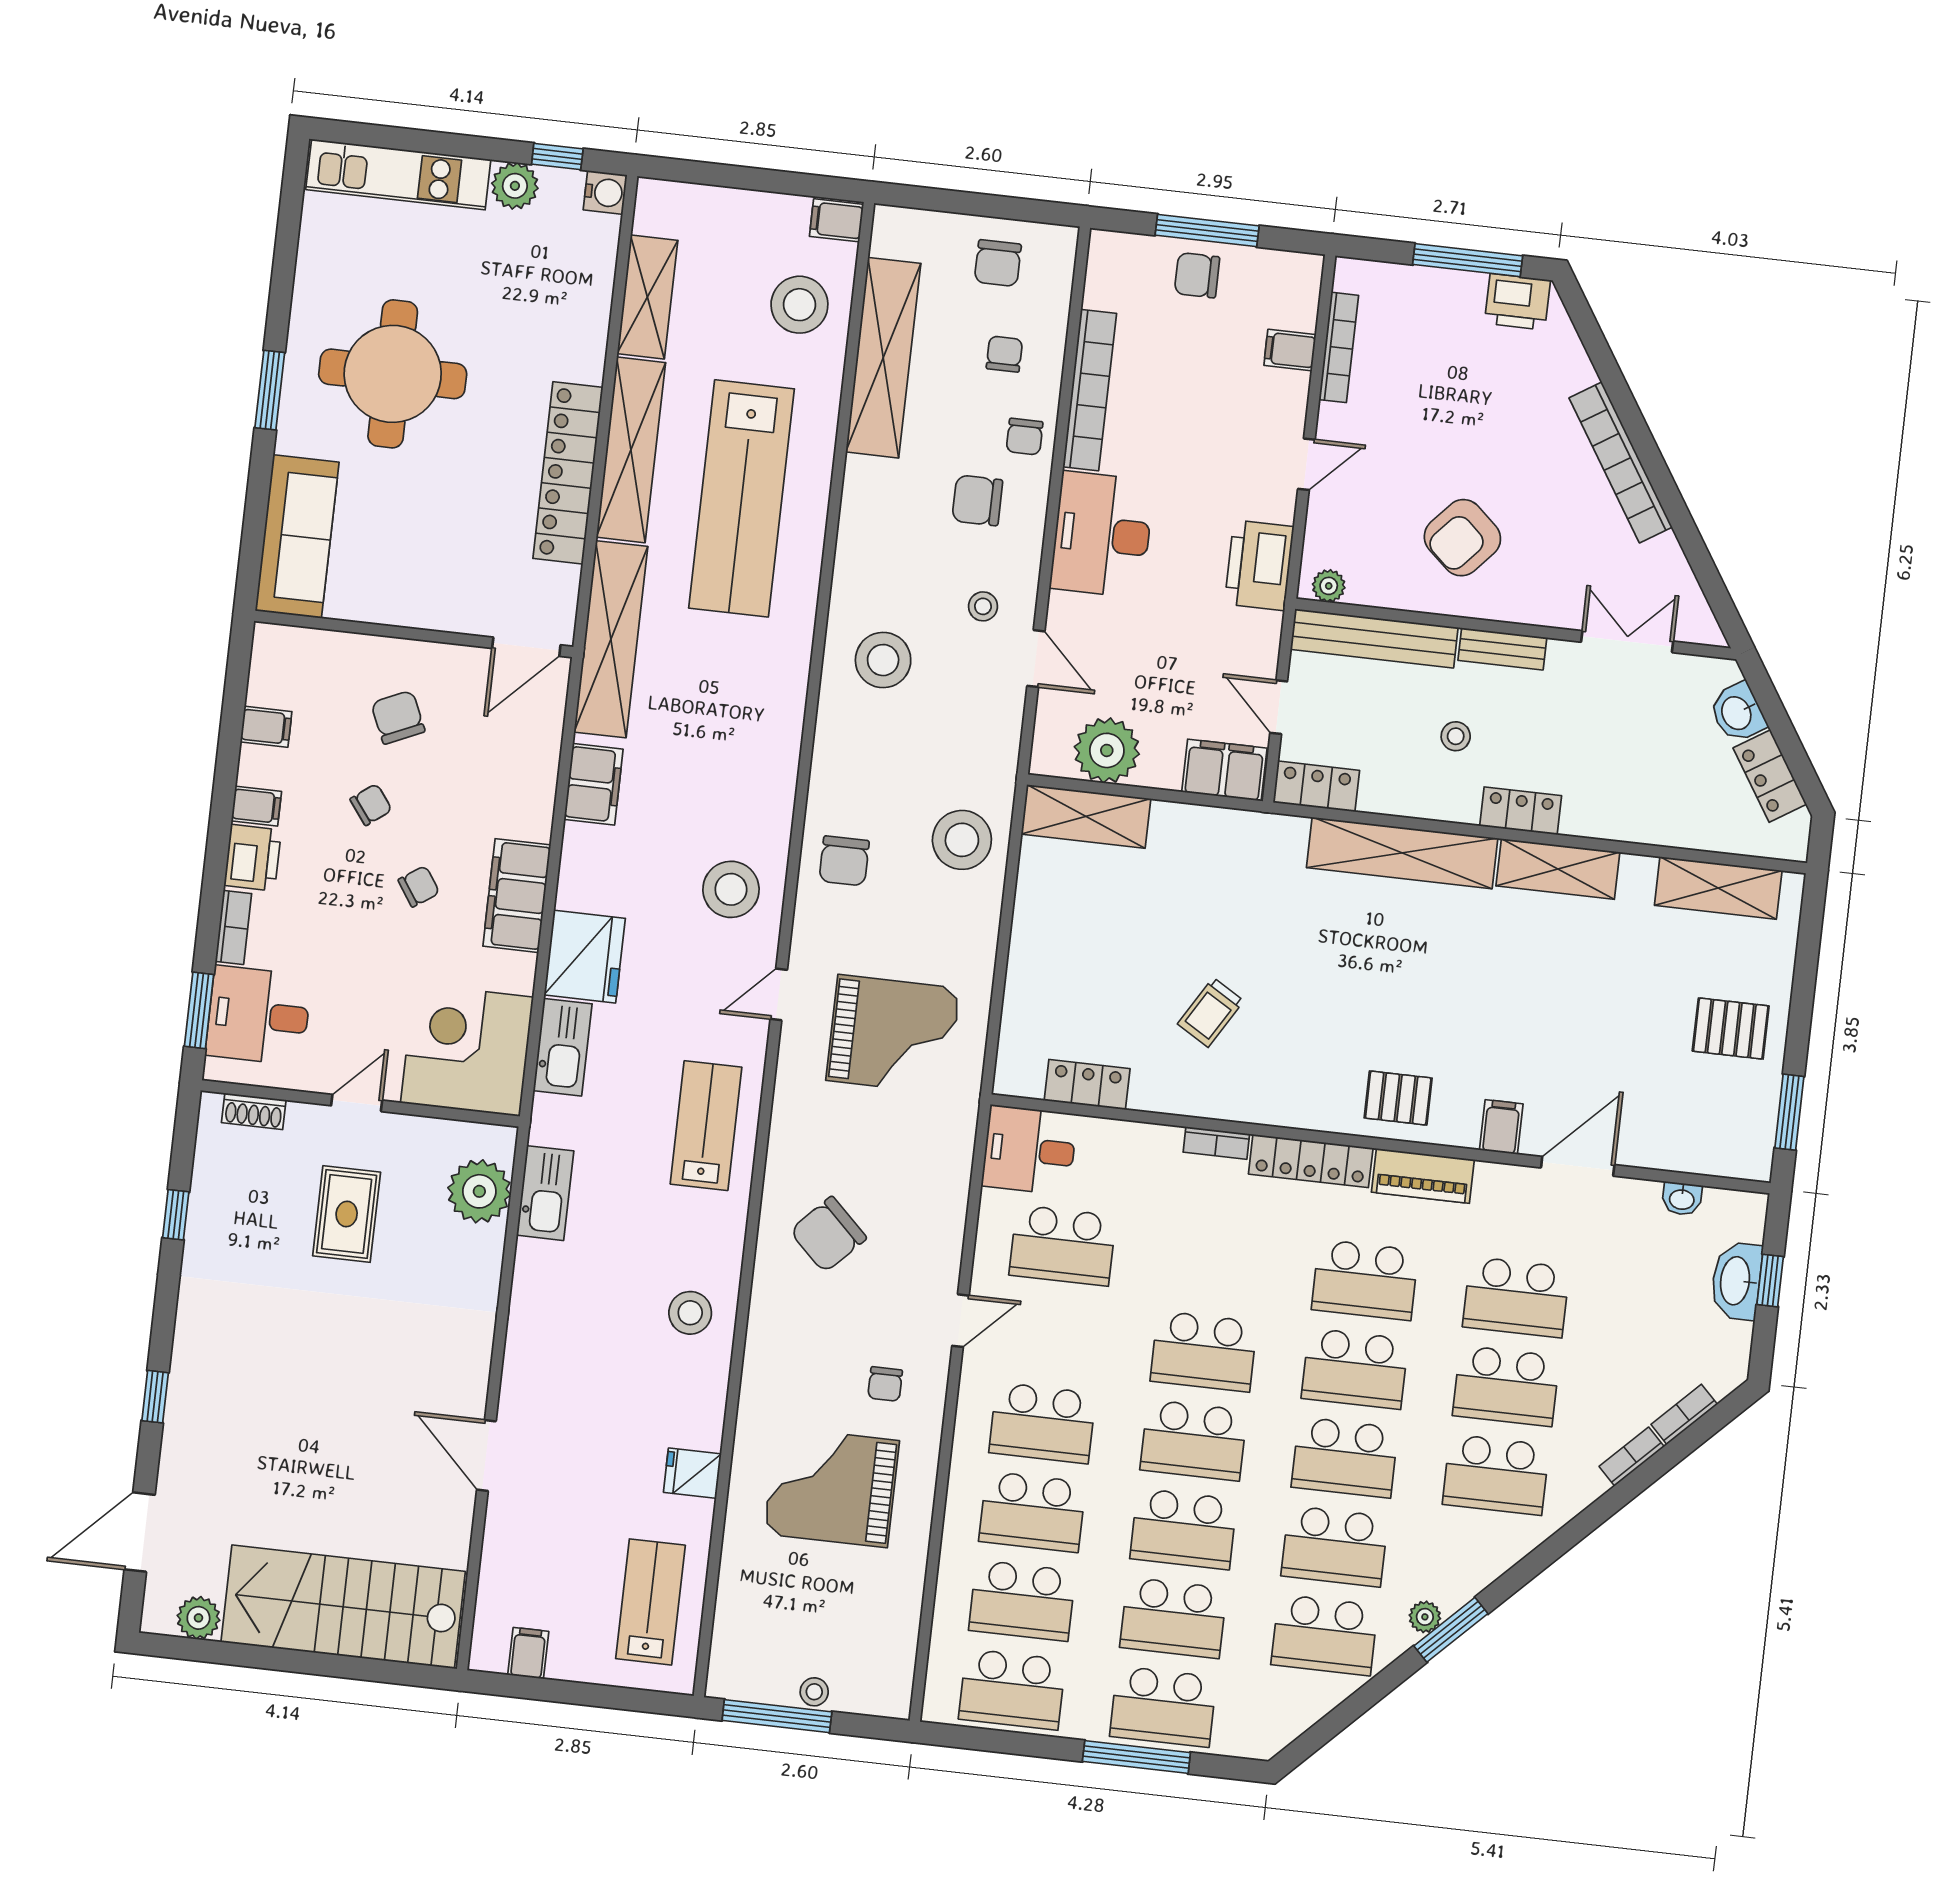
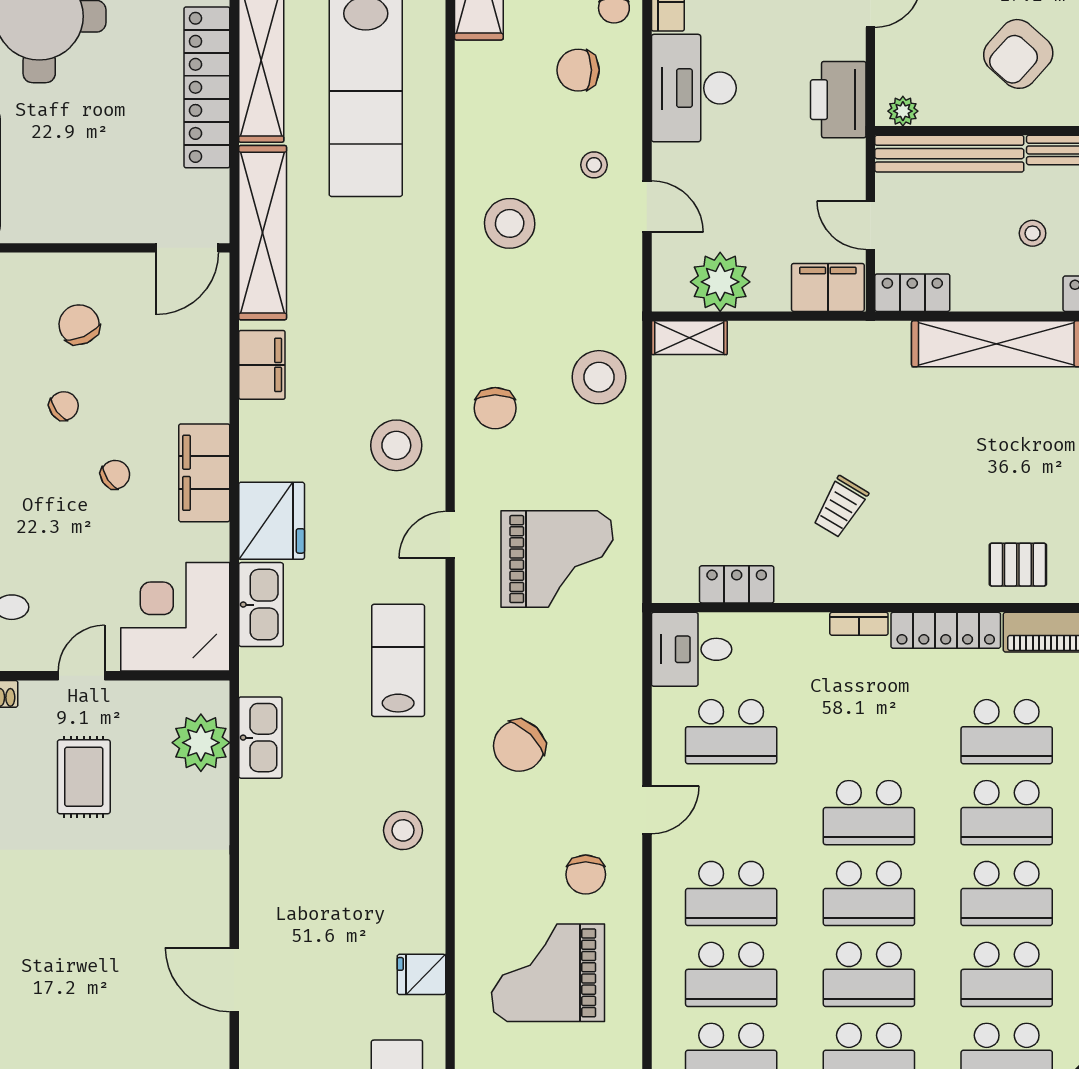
shelving: (1086, 816) -> (689, 338), width x0.67, depth x0.75
chair: (885, 1384) -> (586, 875), width x1.37, depth x1.37

